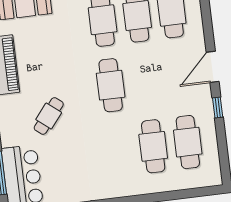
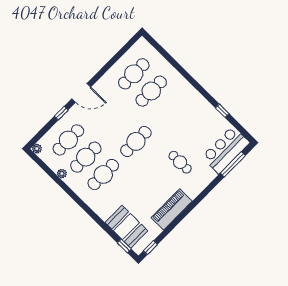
window: (218, 108) -> (61, 113), moved
cafe table: (49, 116) -> (180, 162), turned 51

